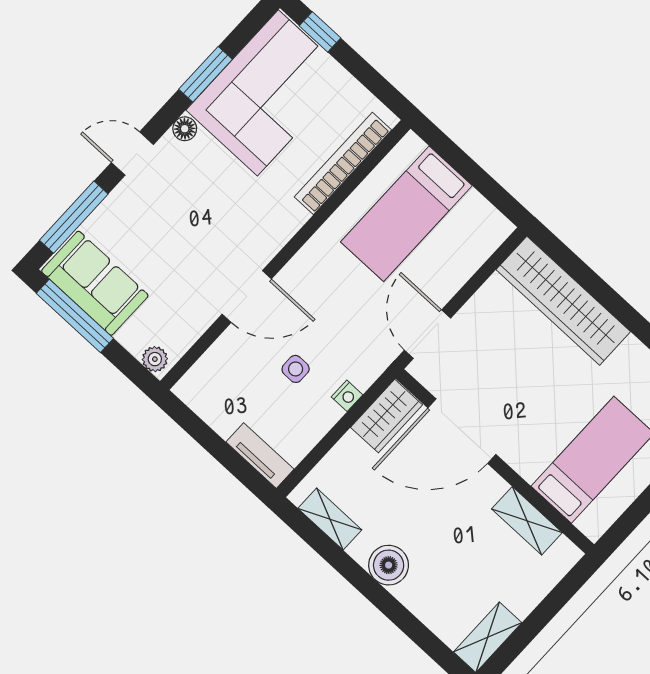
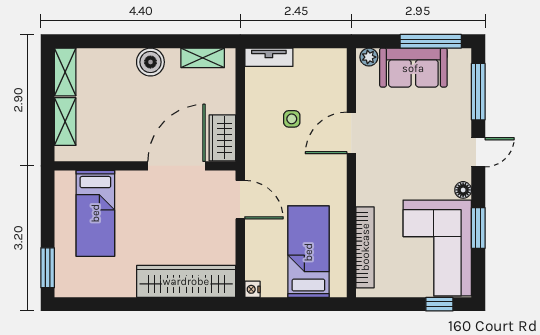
sofa: (95, 283) -> (413, 68), moved
nightstand: (347, 396) -> (252, 289), moved
shelving: (527, 521) -> (65, 122), moved, turned 90

